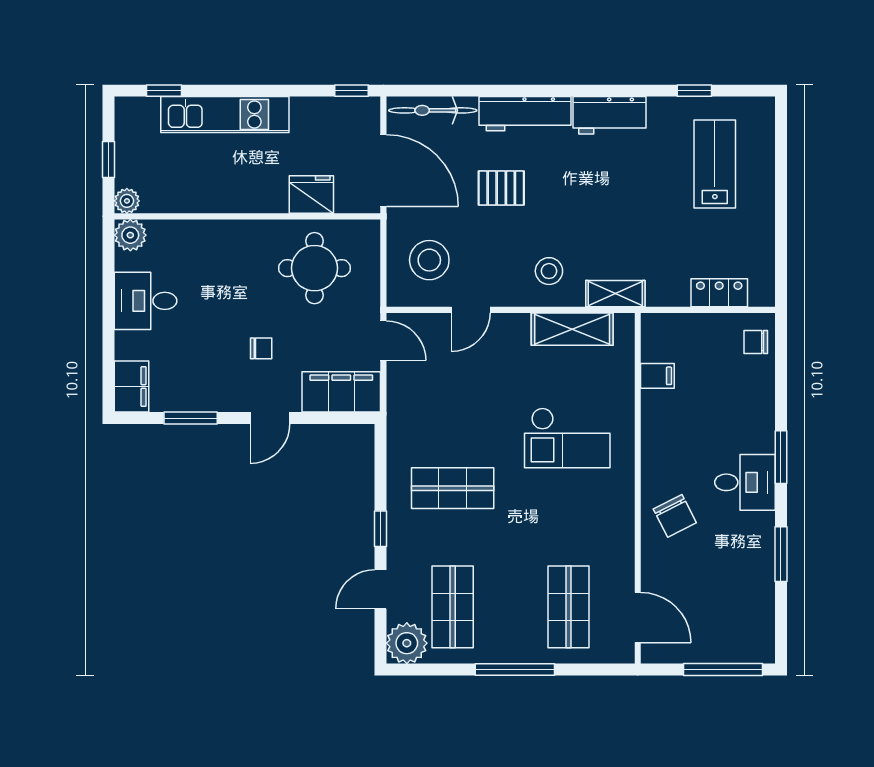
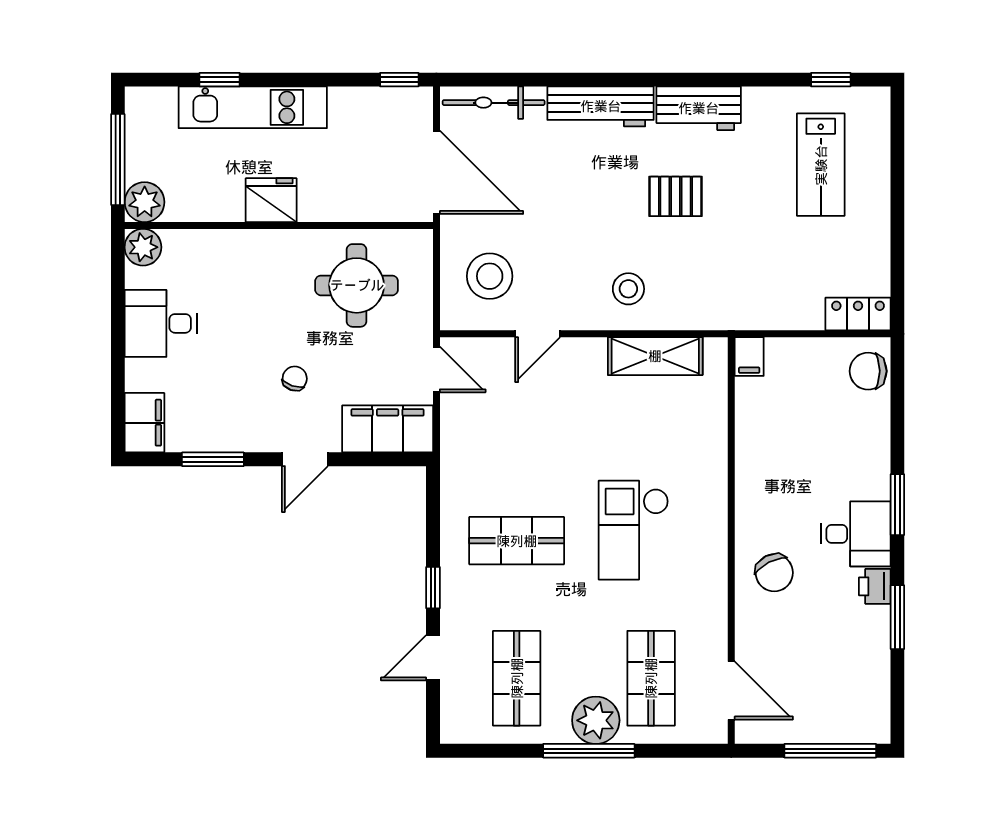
window: (164, 91) -> (220, 80), moved
window: (694, 91) -> (831, 80), moved
window: (109, 159) -> (118, 159), width x2.17
lab bench: (715, 164) -> (821, 165), turned 180
pallet: (501, 188) -> (676, 196), moved
fridge: (311, 194) -> (271, 200), moved
plant: (127, 201) -> (145, 202), width x1.38, depth x1.38
locker: (719, 293) -> (858, 314), moved
shelving: (615, 294) -> (705, 315), removed
chair: (756, 342) -> (868, 371), width x1.37, depth x1.37
chair: (261, 348) -> (295, 378), turned -71
filing cabinet: (657, 376) -> (749, 357), moved, turned 90
checkout: (567, 438) -> (634, 530), moved, turned 90
printer: (761, 528) -> (875, 586), added
plant: (407, 643) -> (596, 720), moved

